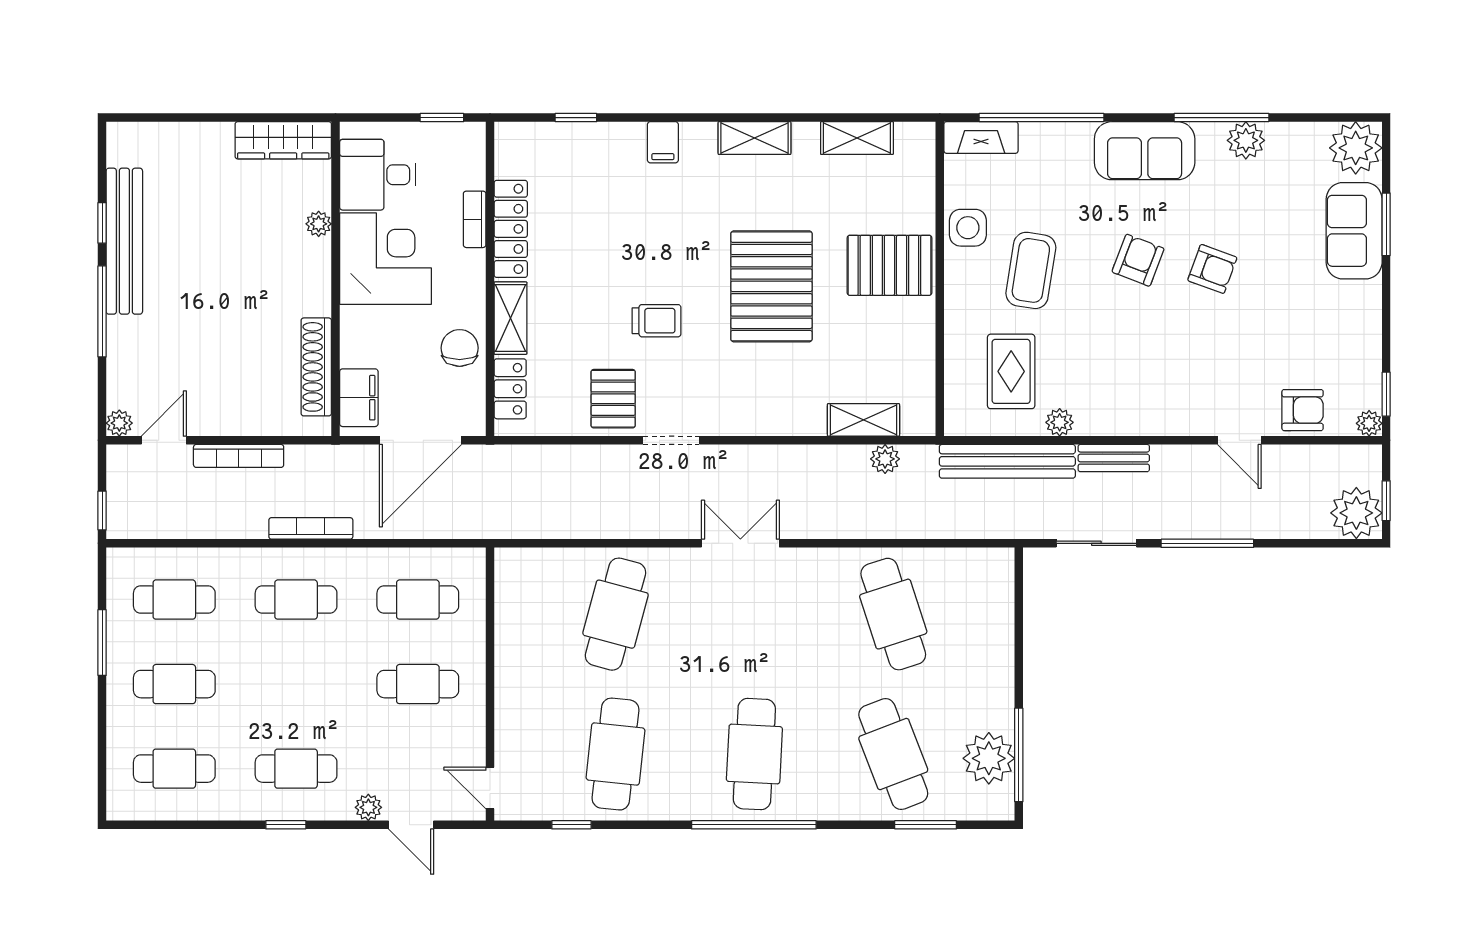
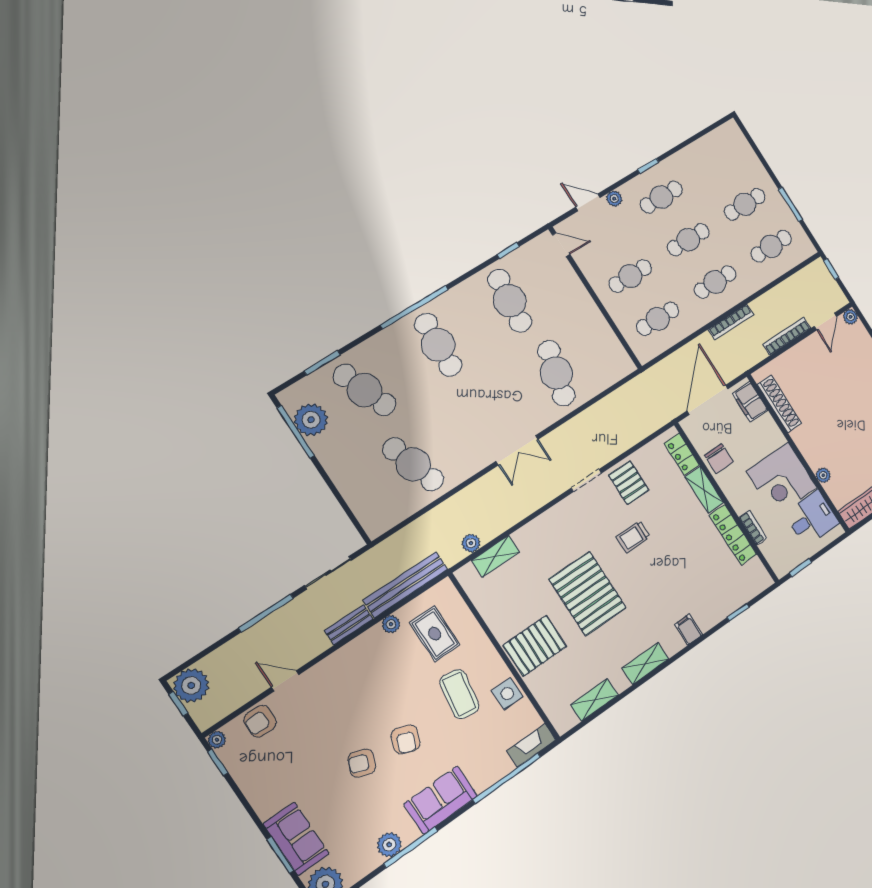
cafe table: (174, 769) -> (688, 240), moved

